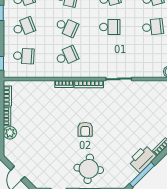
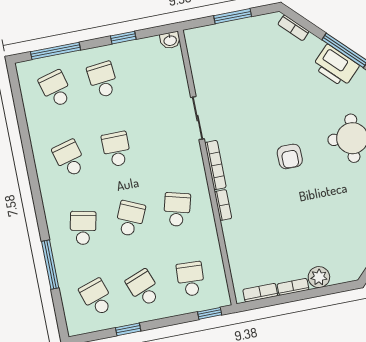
school desk: (67, 56) -> (177, 209), turned 39
armchair: (85, 129) -> (290, 156), turned 90
printer: (142, 159) -> (336, 66), moved

